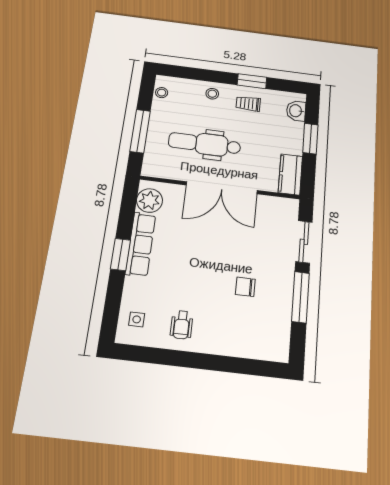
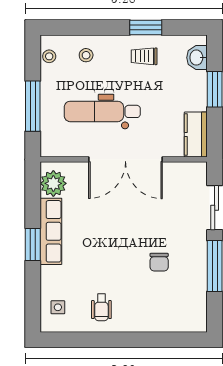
stool: (212, 94) -> (86, 55), moved
chair: (245, 287) -> (159, 262), turned -90

